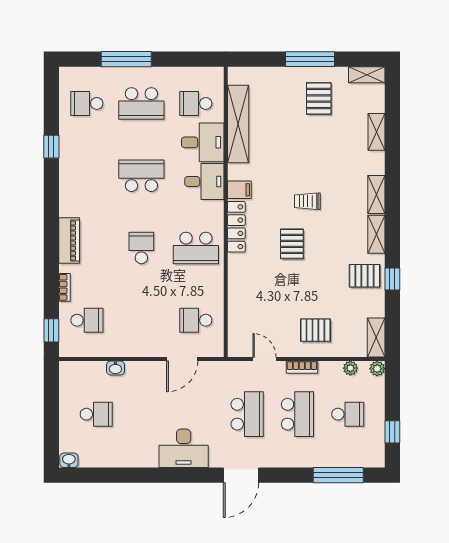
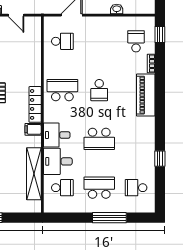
school desk: (87, 103) -> (136, 188), turned 180
piano: (69, 241) -> (146, 95), width x1.37, depth x1.33
school desk: (87, 320) -> (136, 41), turned 90

